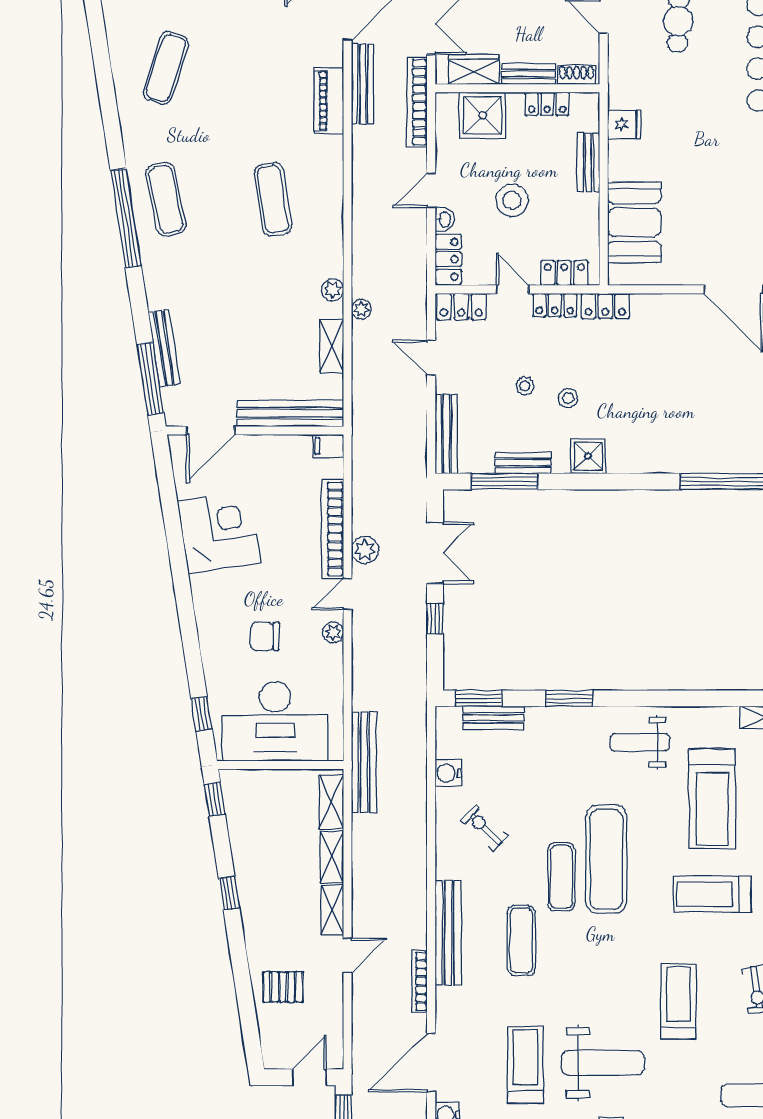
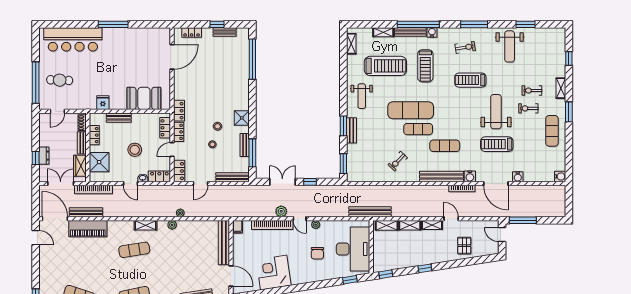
piano: (329, 101) -> (88, 229), width x1.37, depth x1.33
shelving: (332, 346) -> (145, 225), moved
bench: (493, 718) -> (352, 130), moved
water cooler: (448, 773) -> (470, 176), moved

